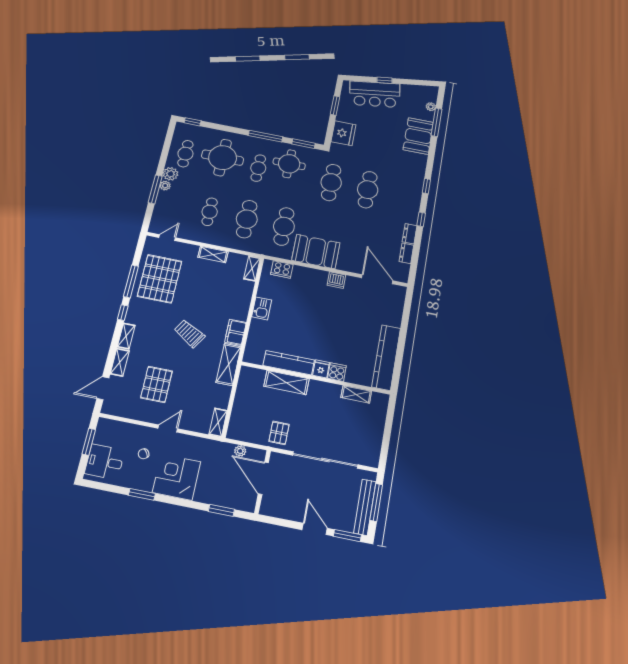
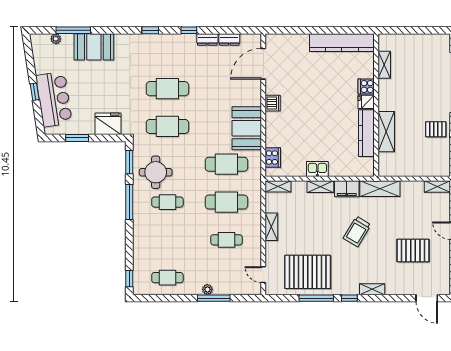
round table: (223, 158) -> (164, 240), removed
plant: (170, 174) -> (193, 287), removed
shelving: (120, 362) -> (320, 187), moved

